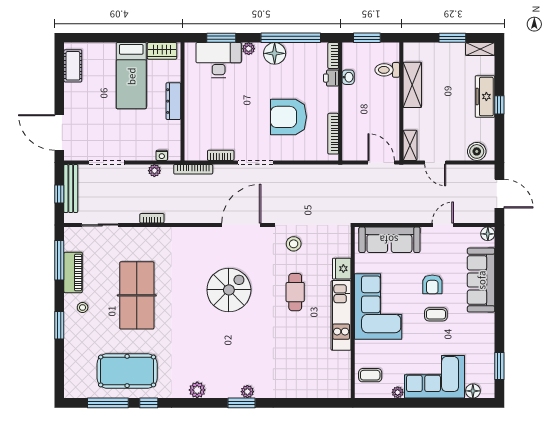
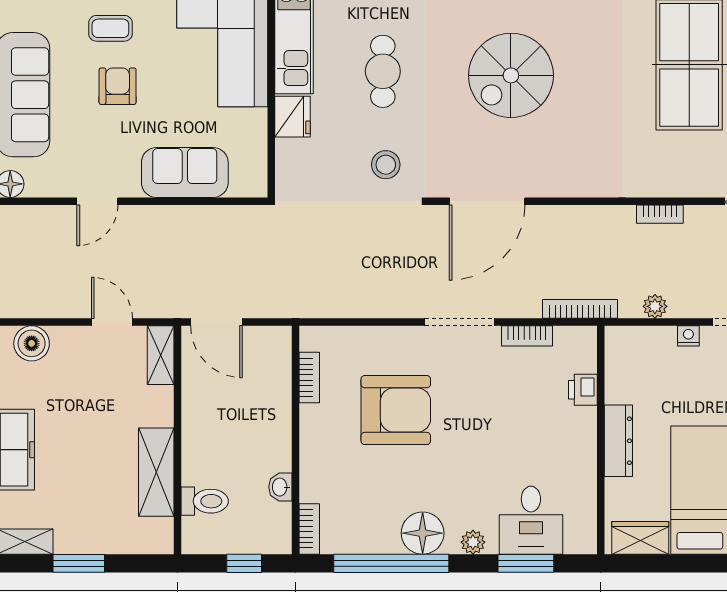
window: (367, 38) -> (244, 563), width x0.67
desk: (219, 60) -> (531, 520), width x0.73
printer: (331, 78) -> (583, 390), moved, turned 180
bookcase: (333, 134) -> (309, 378), width x0.64
nightstand: (162, 155) -> (688, 336), moved
sofa: (389, 240) -> (185, 173), width x0.73

